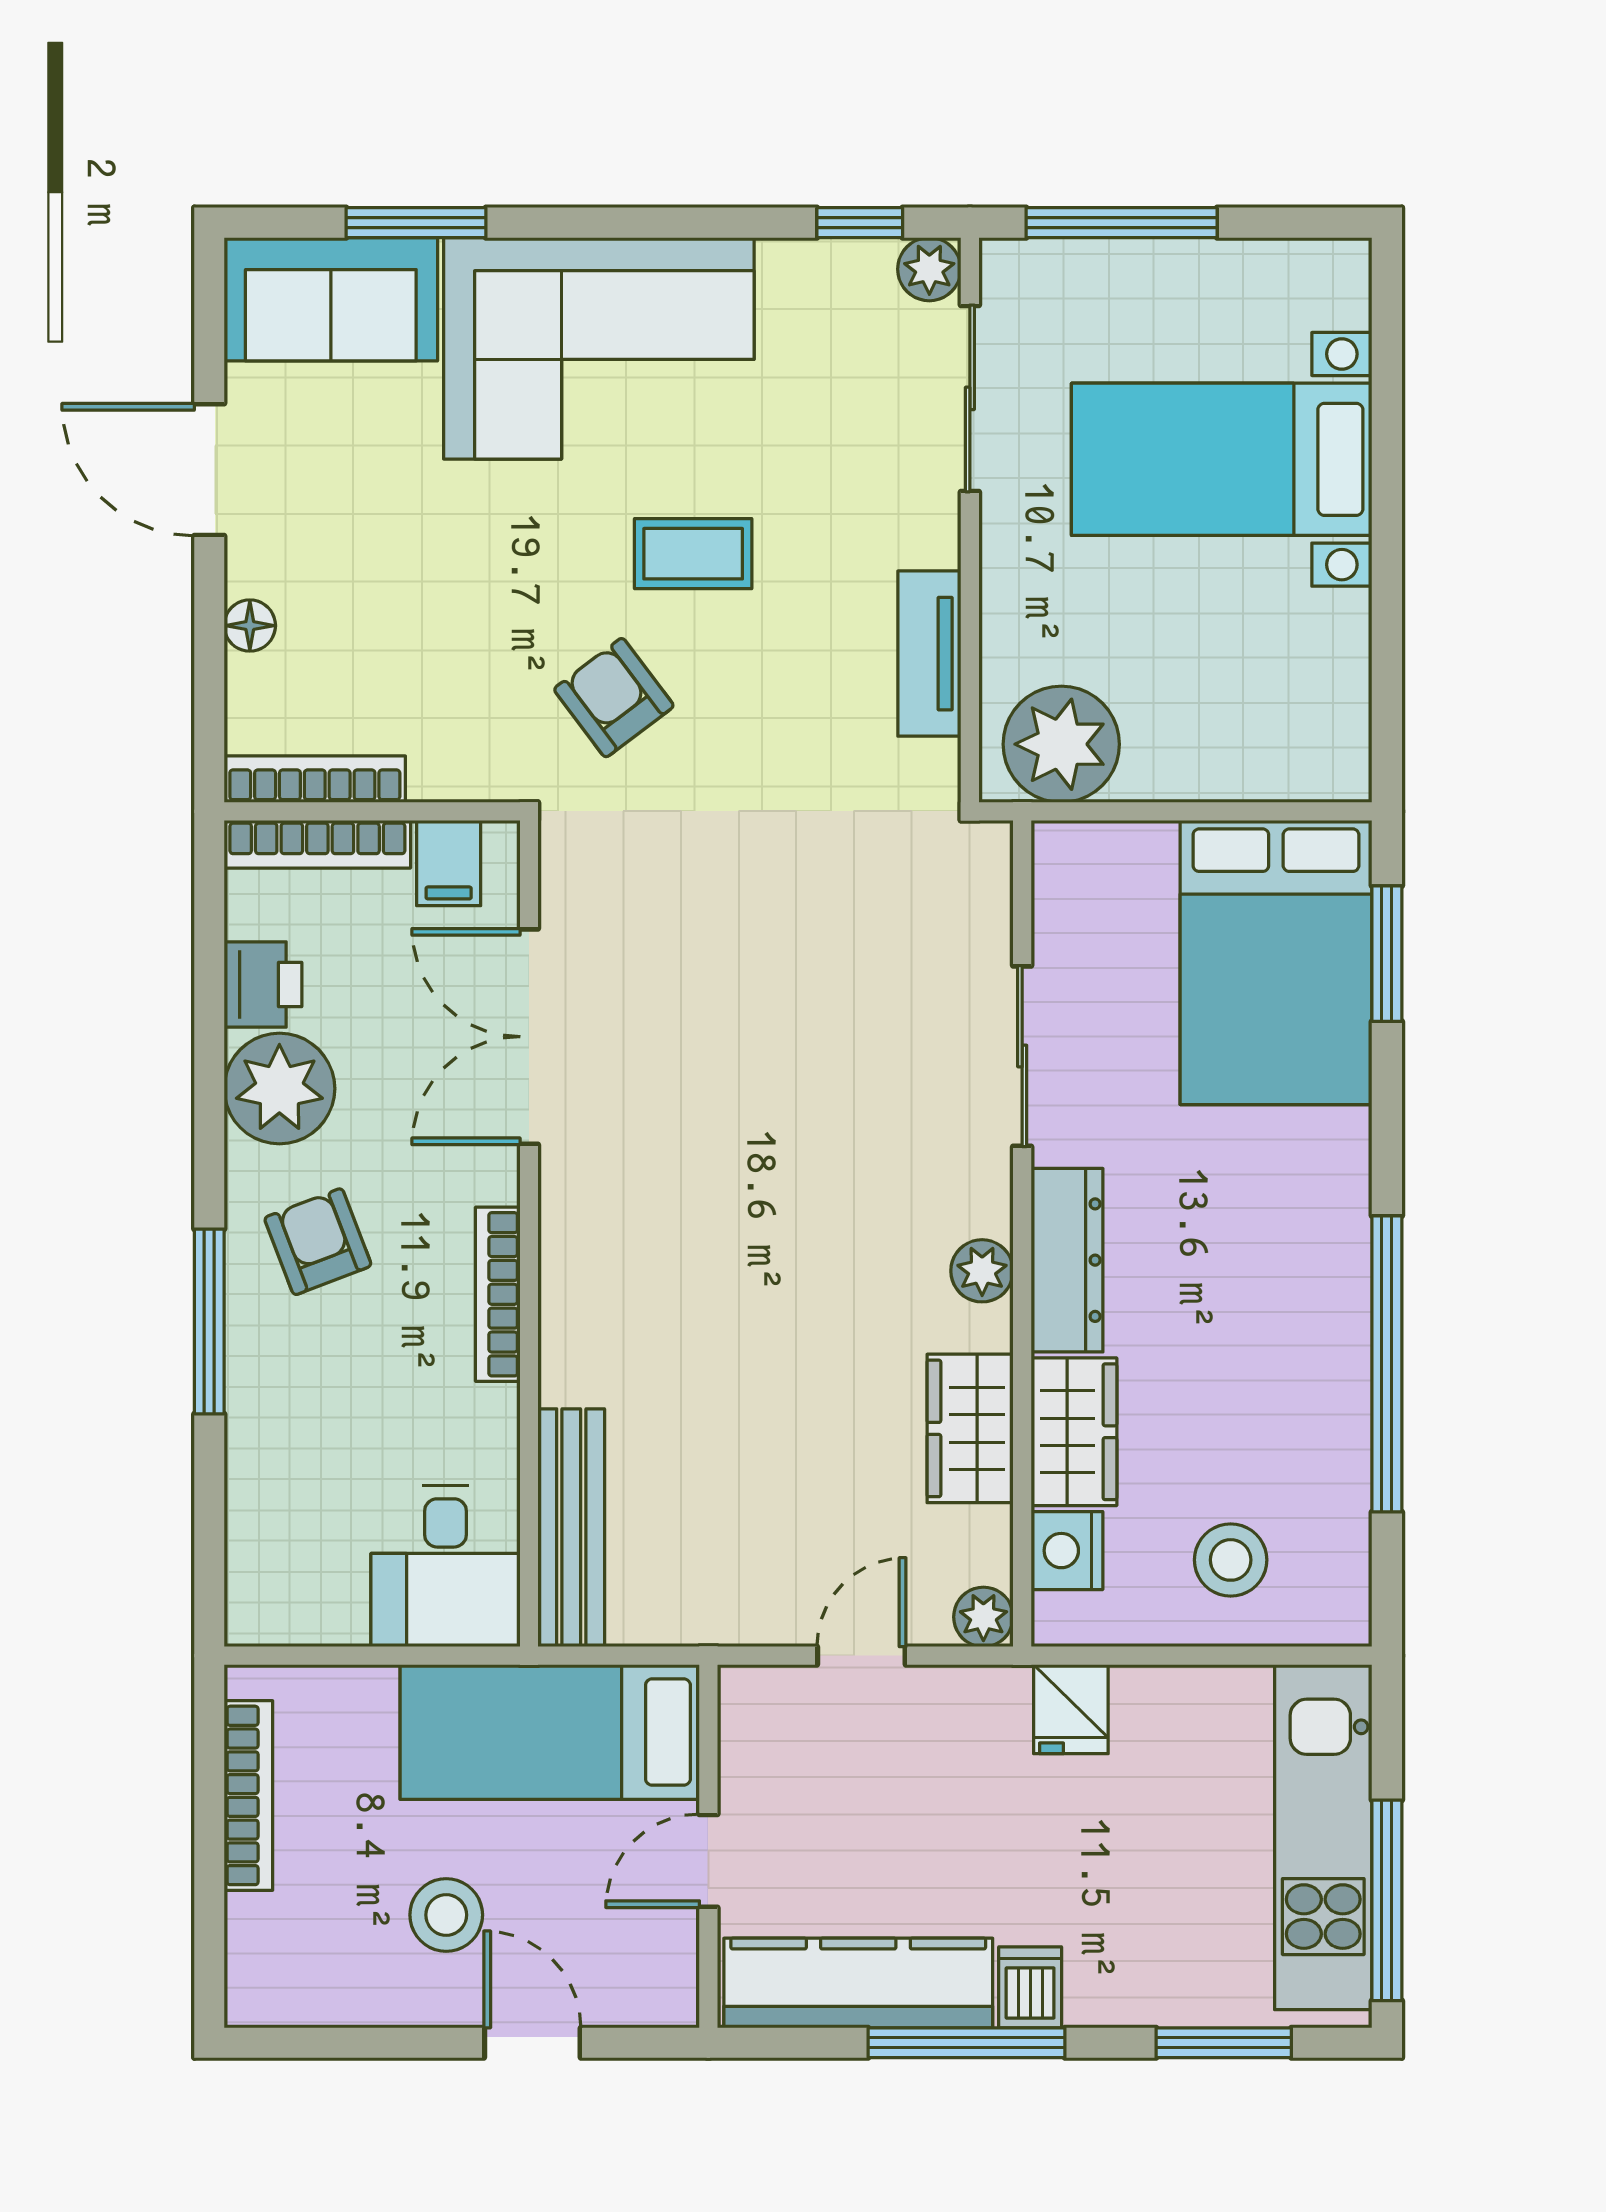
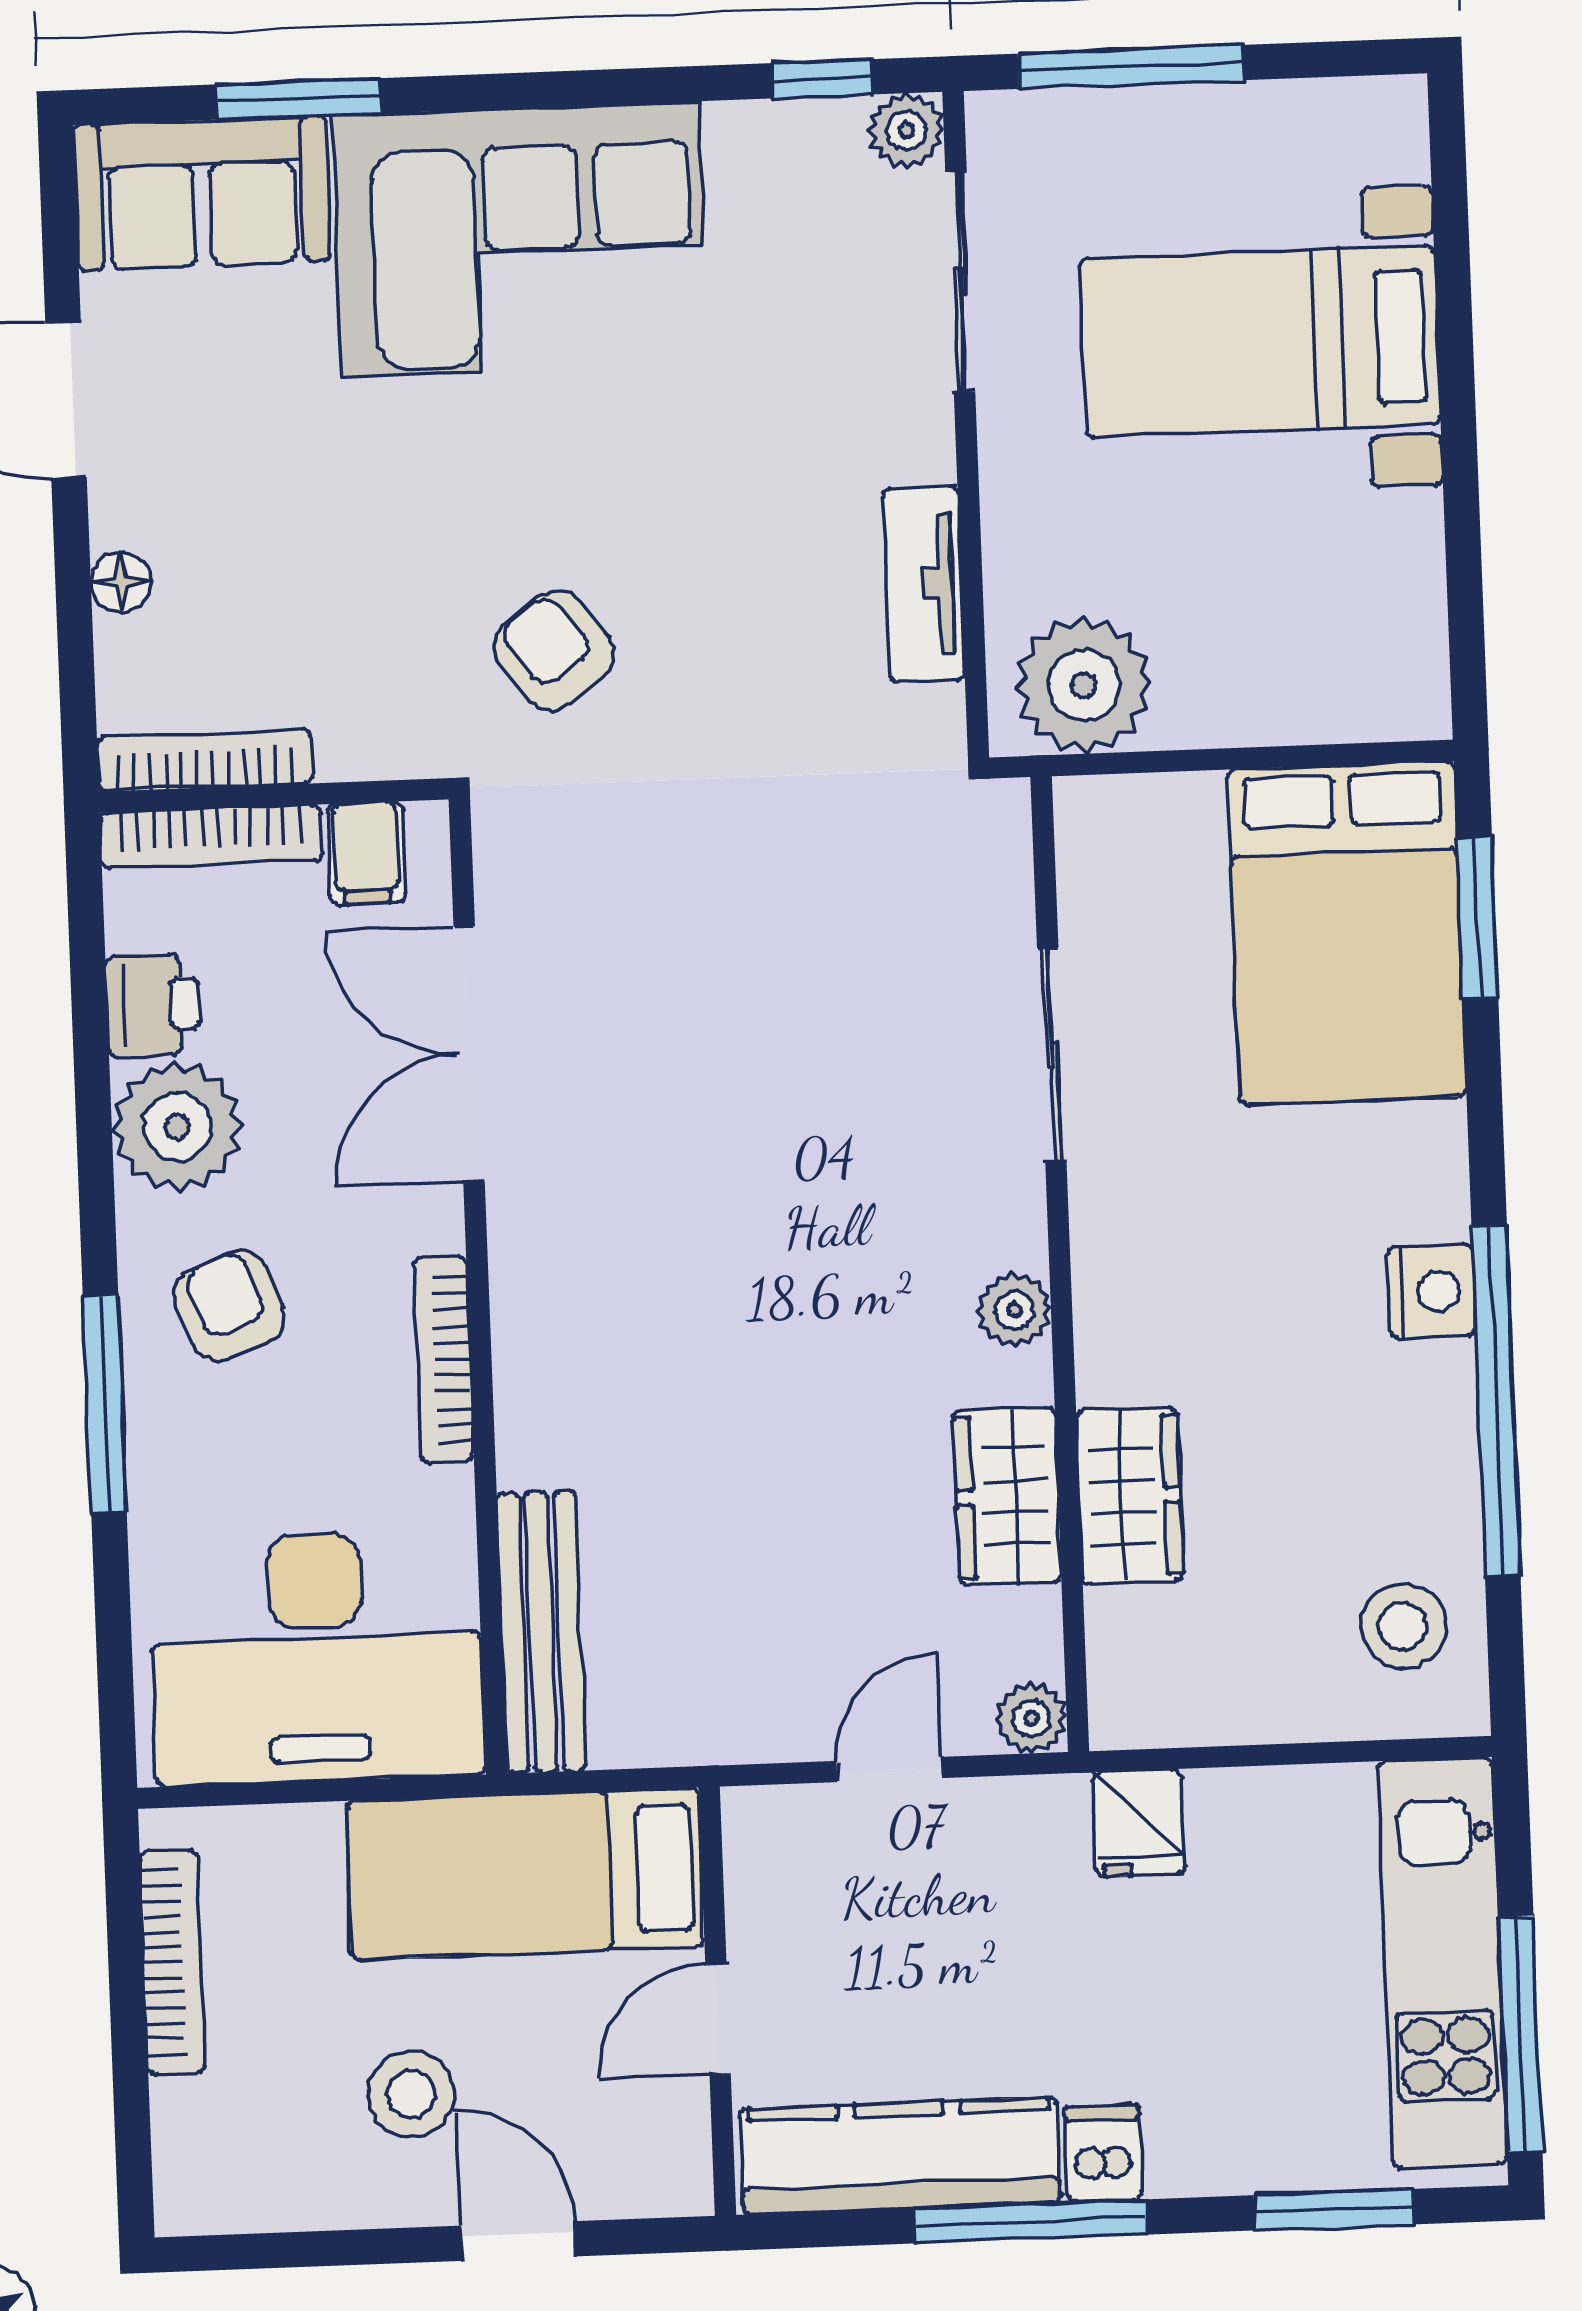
coffee table: (693, 554) -> (641, 477), removed
dresser: (1067, 1260) -> (1114, 1294), removed
nightstand: (1067, 1551) -> (1432, 1291), moved, turned 180
stool: (1231, 1560) -> (1403, 1626), moved
desk: (445, 1566) -> (317, 1657), width x1.87, depth x1.30

